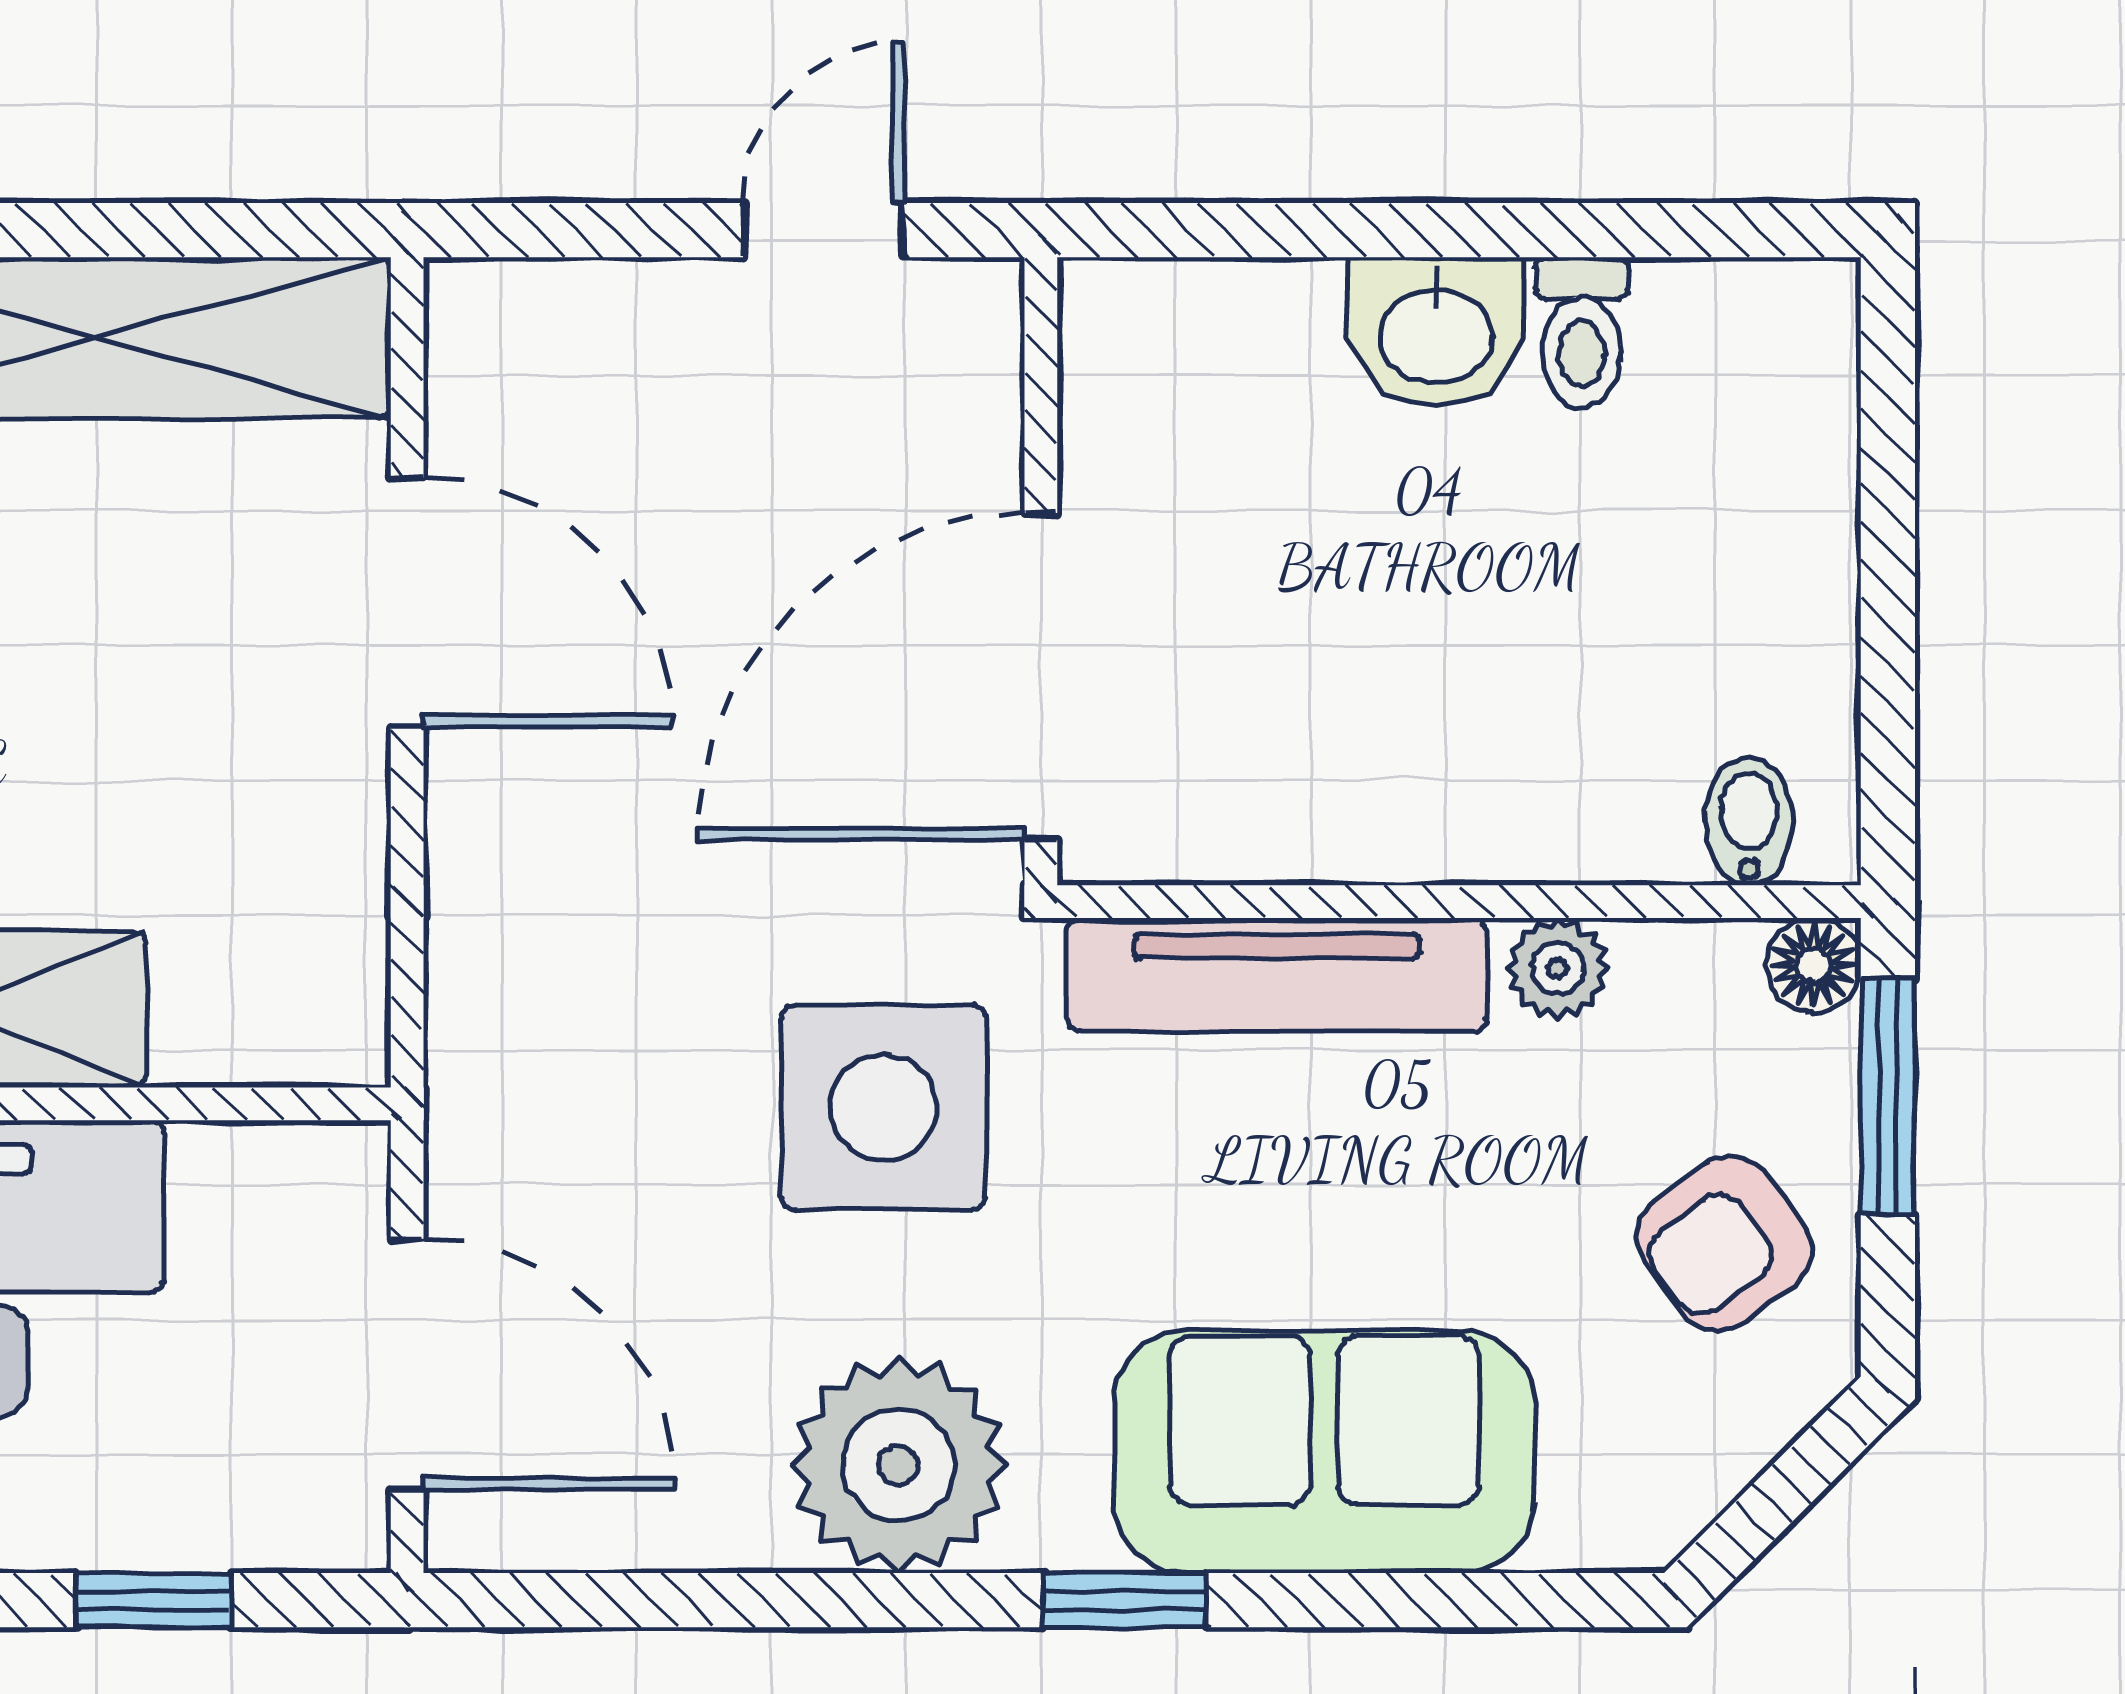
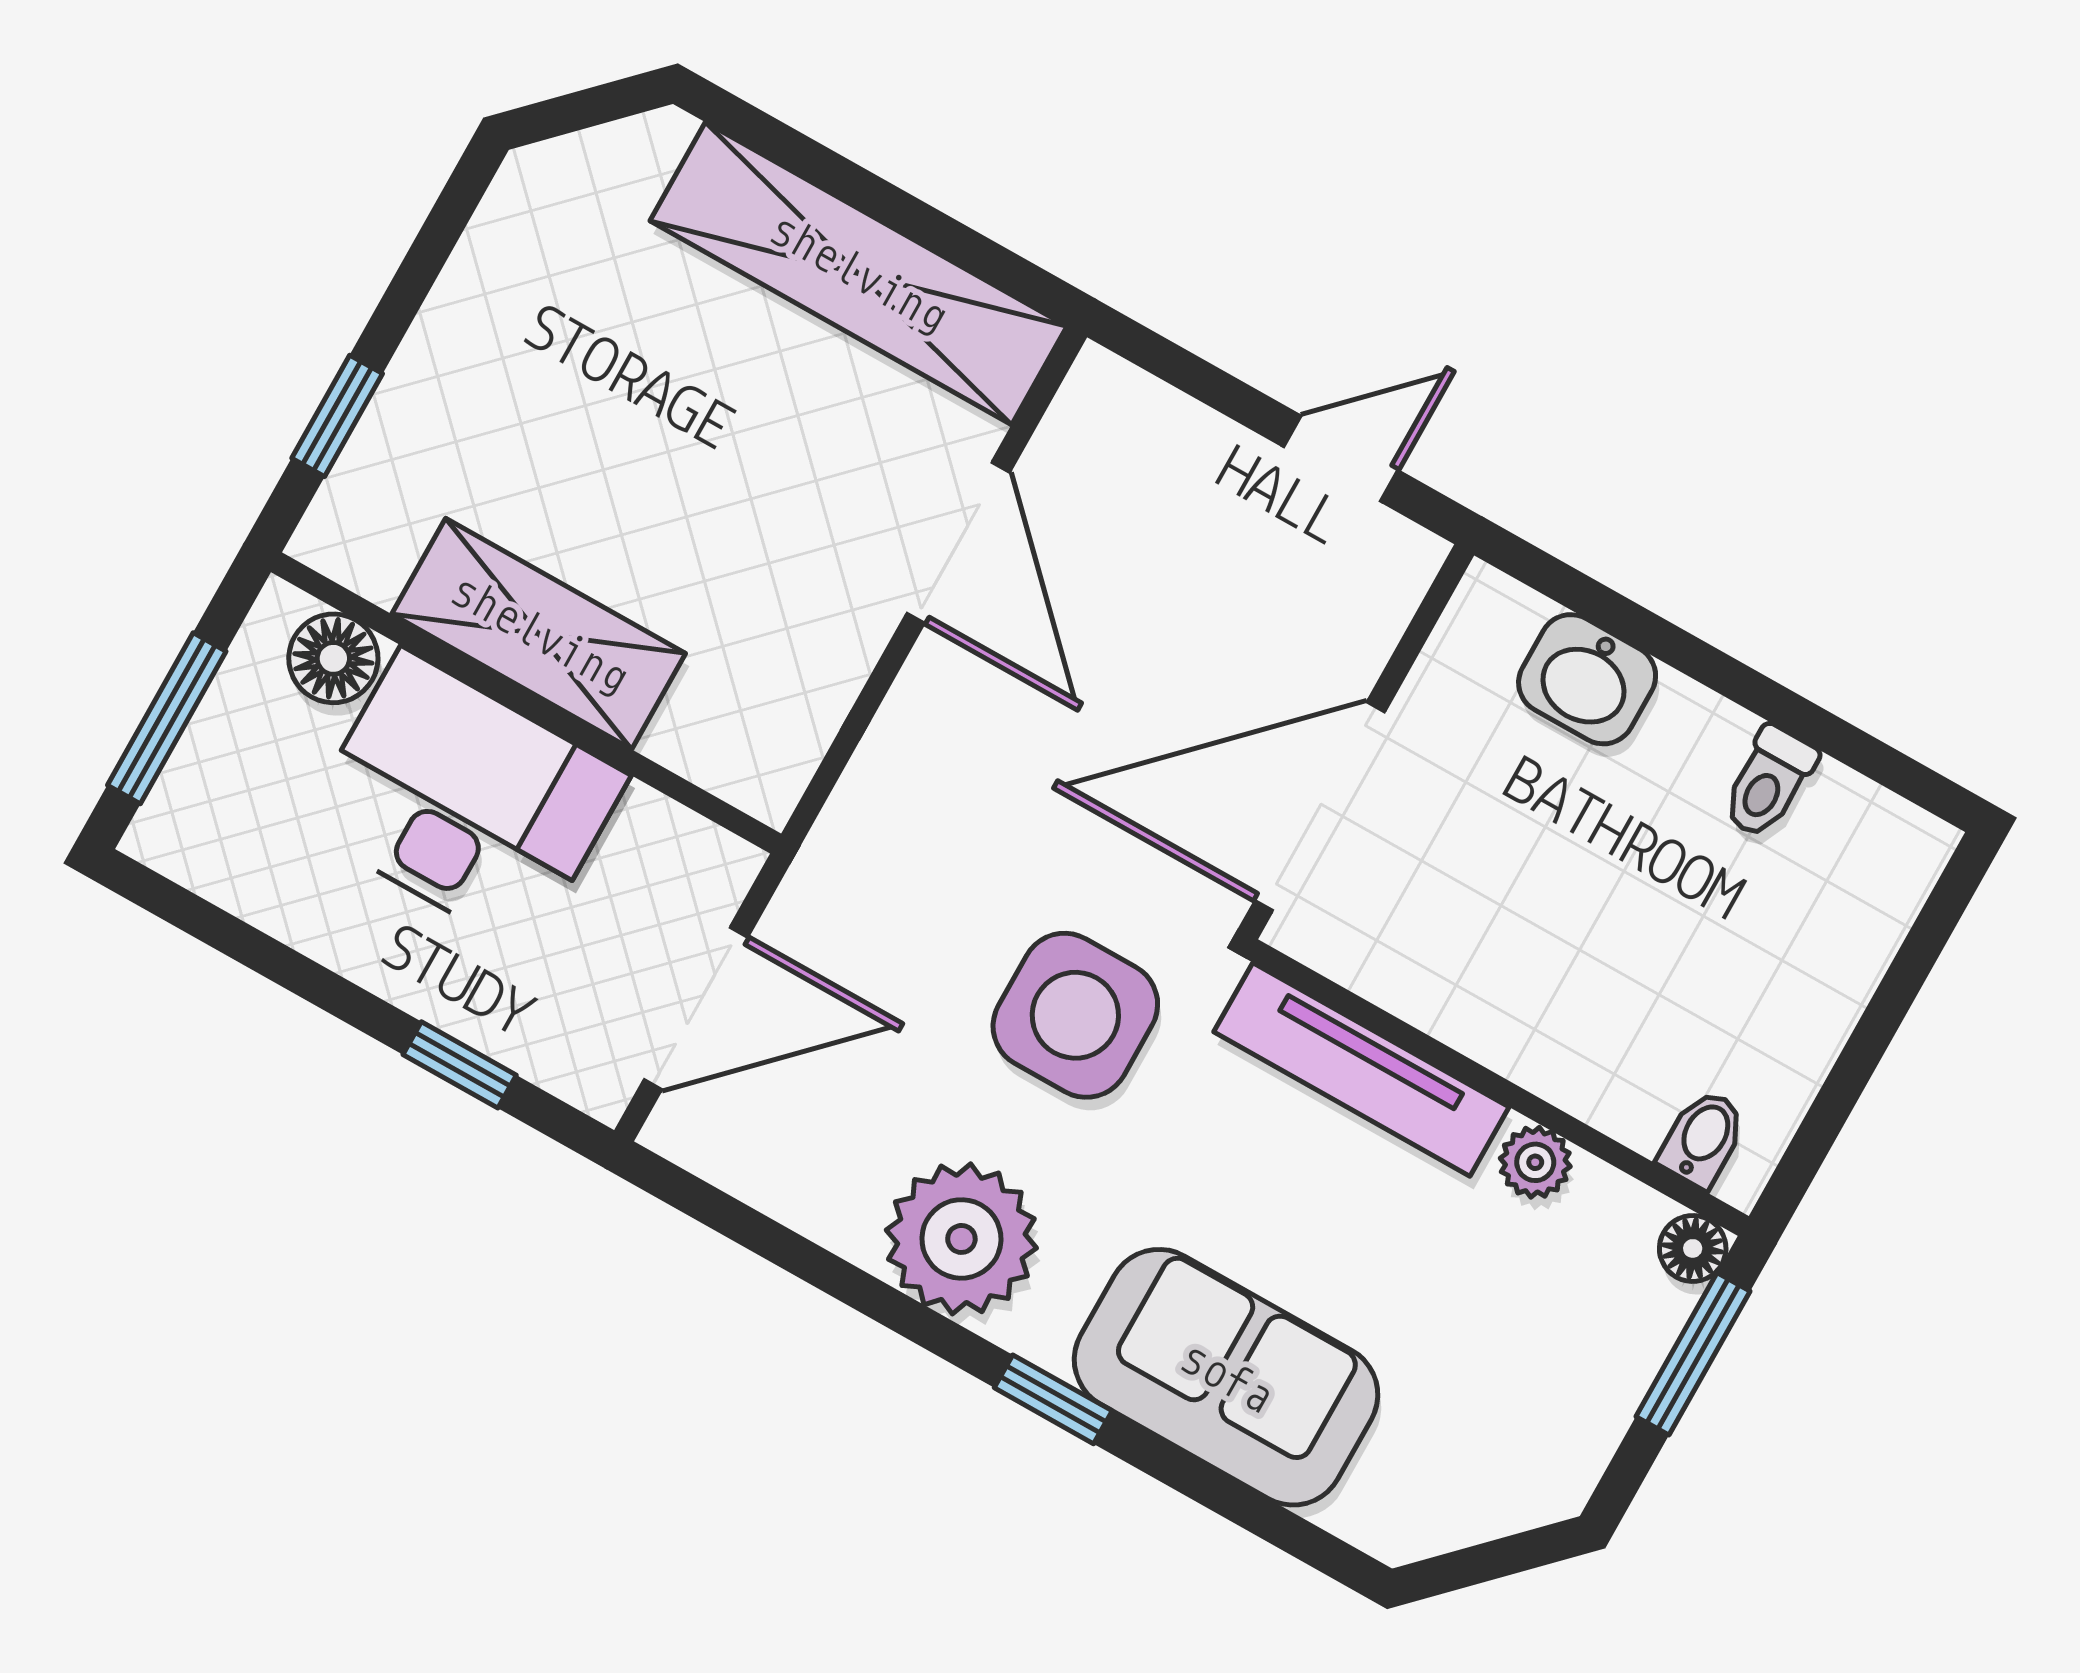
washbasin: (1436, 332) -> (1587, 679), moved
armchair: (1724, 1243) -> (1542, 1388), removed
door: (407, 1365) -> (696, 1008), hinge flipped

